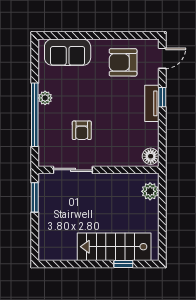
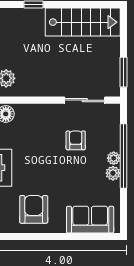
armchair: (123, 62) -> (34, 209), turned -90
plant: (44, 113) -> (114, 158), added
stairs: (114, 247) -> (83, 22), moved

